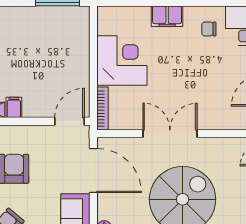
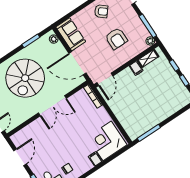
filing cabinet: (167, 16) -> (95, 159), width x0.50
corner desk: (122, 60) -> (107, 141), moved, turned 90

